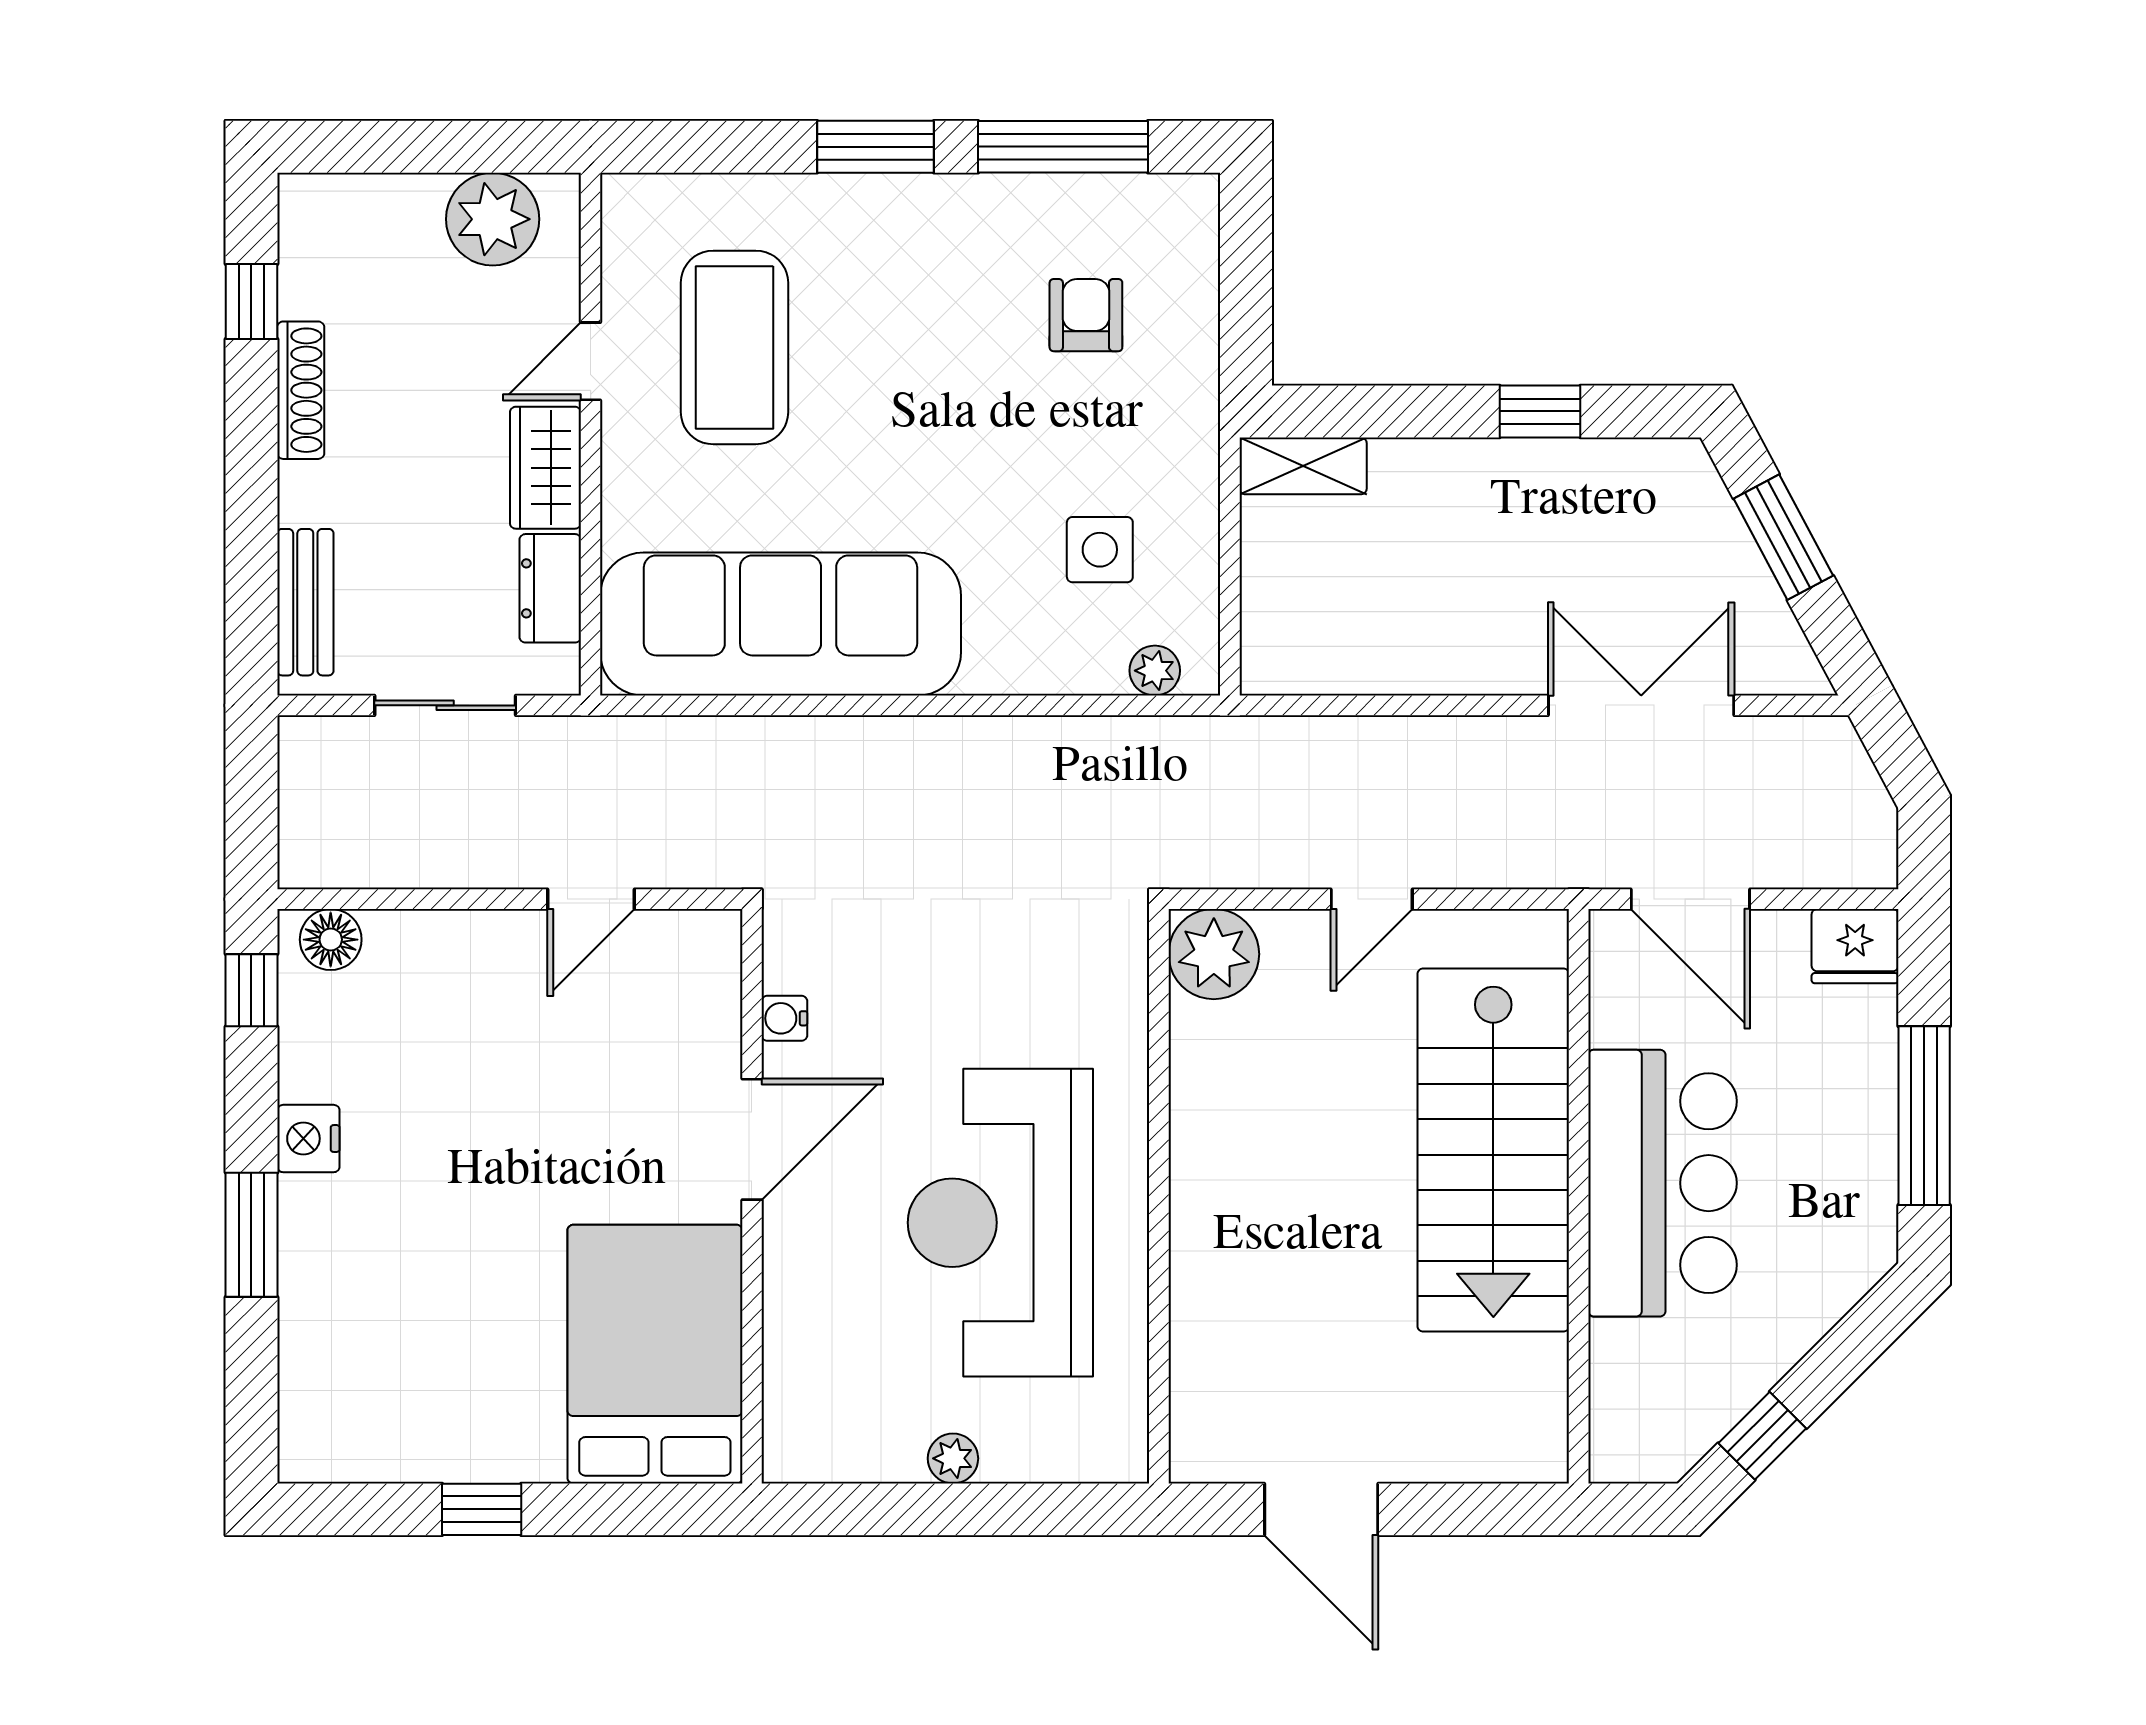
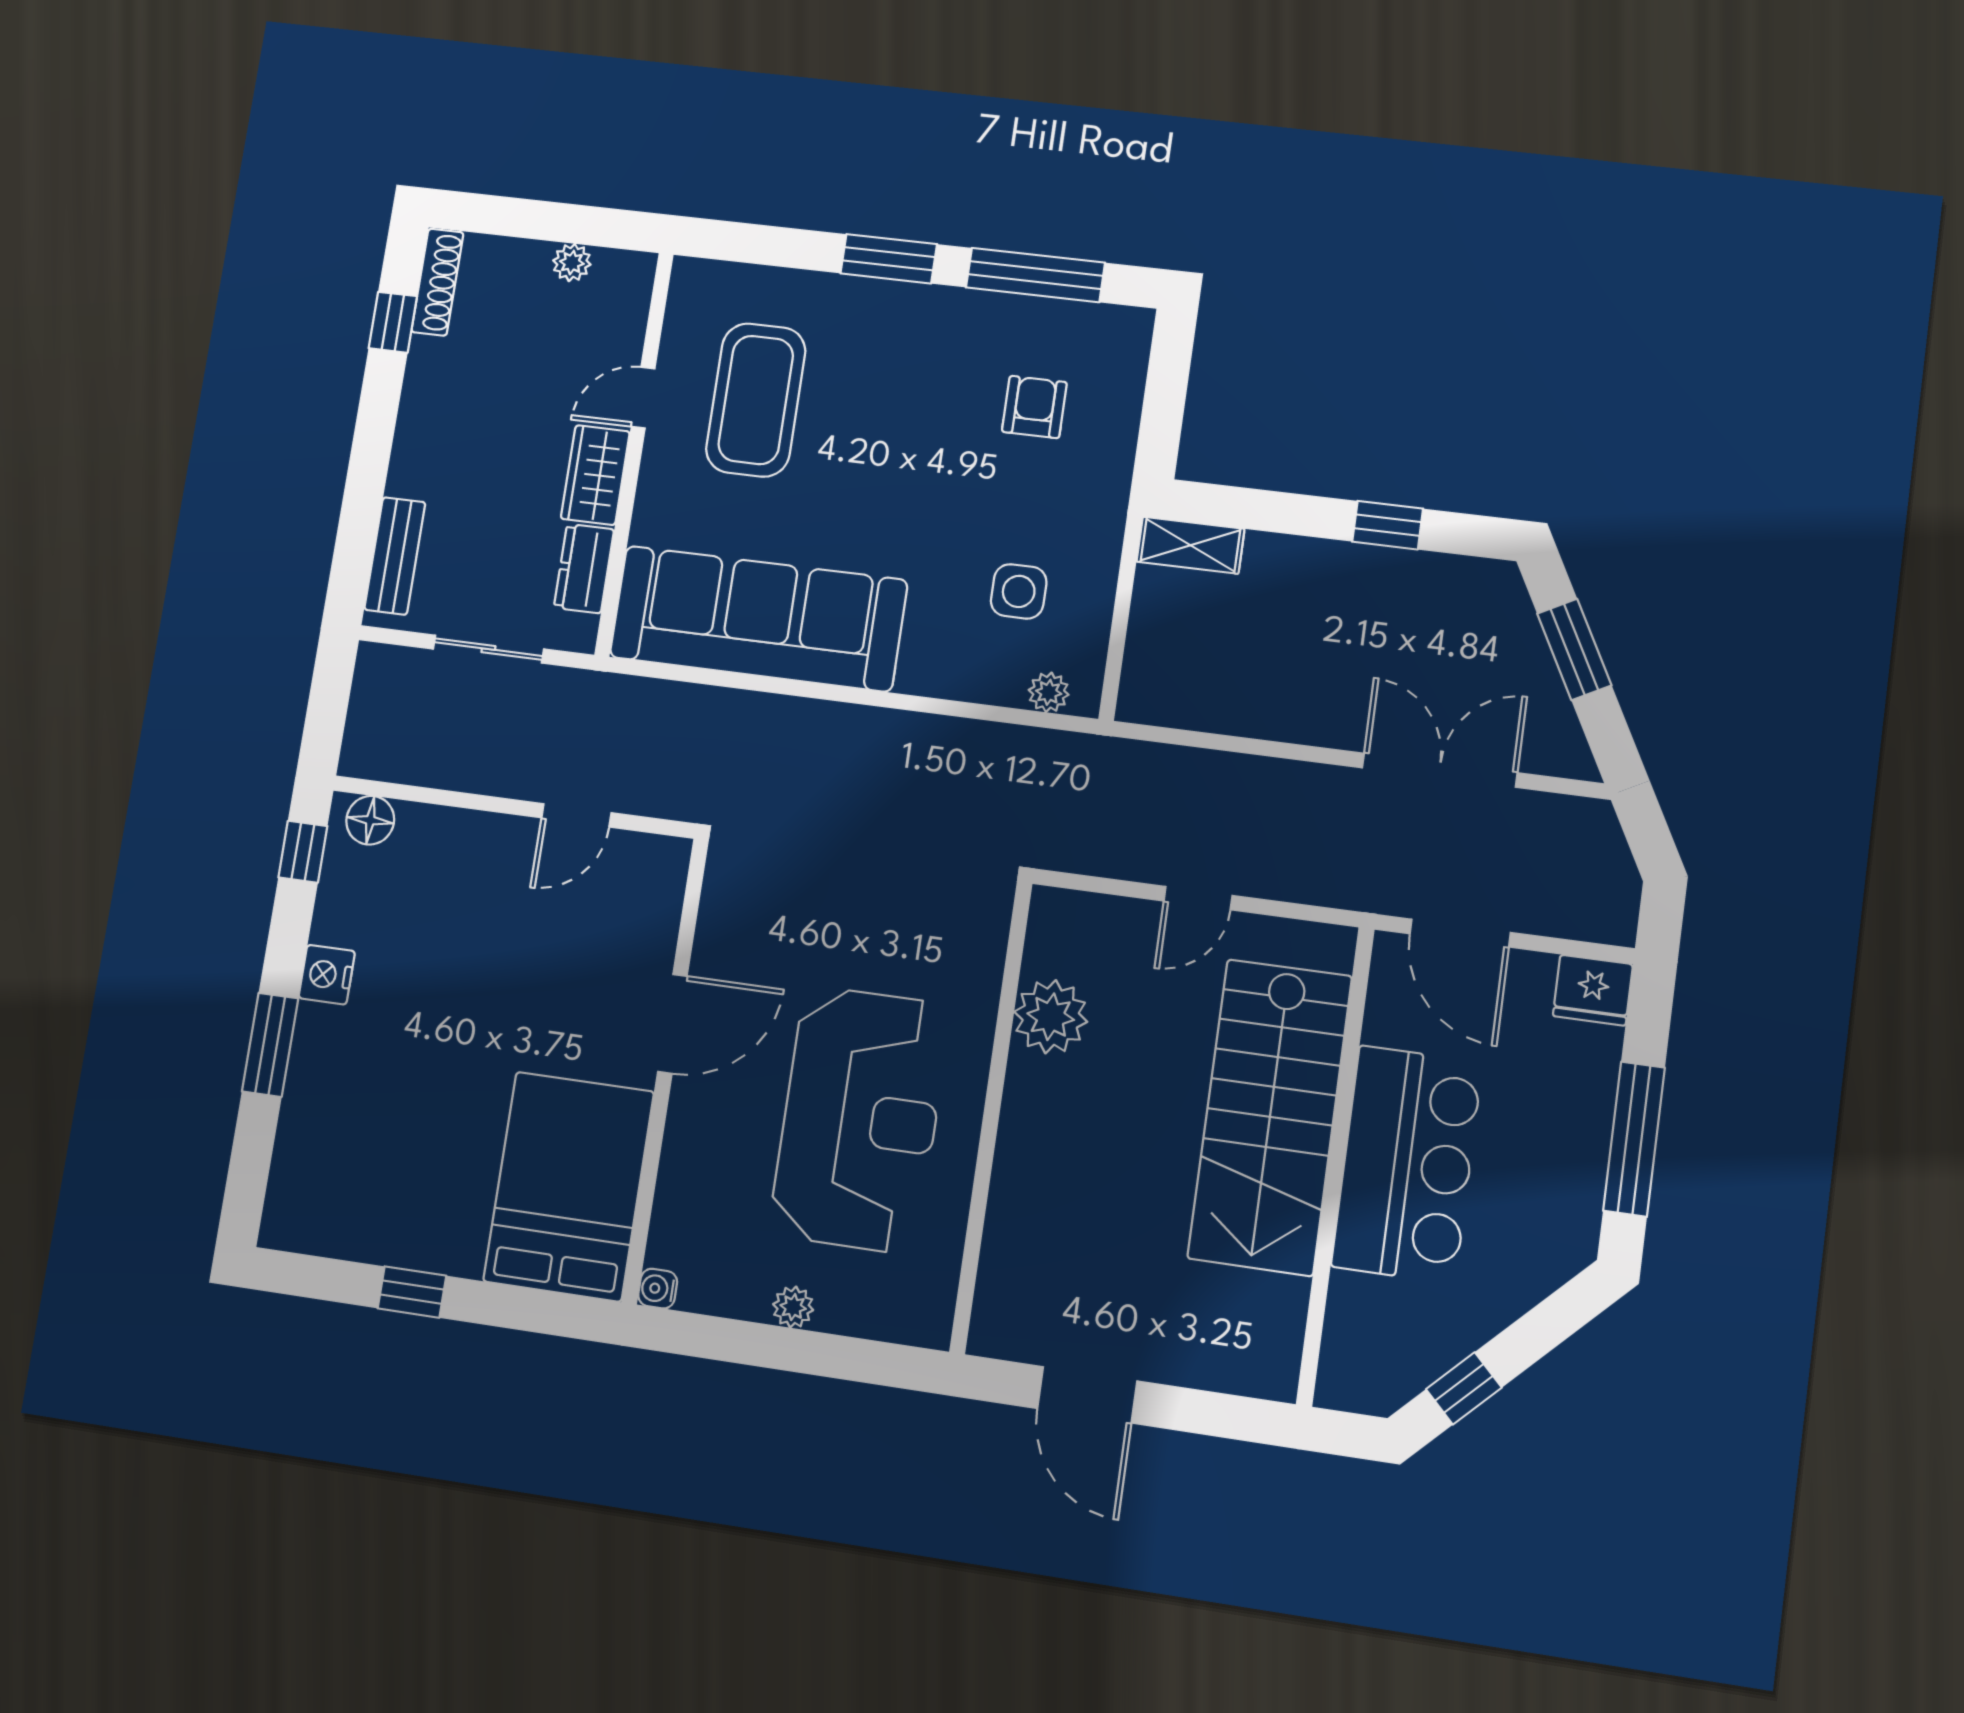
plant: (493, 219) -> (572, 262), width x0.53, depth x0.53
shoe rack: (301, 390) -> (437, 282), moved
plant: (1214, 954) -> (1051, 1017), moved
water cooler: (784, 1018) -> (658, 1289), moved
reception desk: (1000, 1223) -> (860, 1119), turned 180

